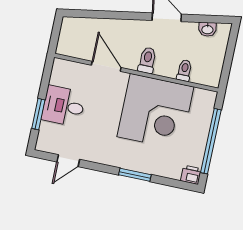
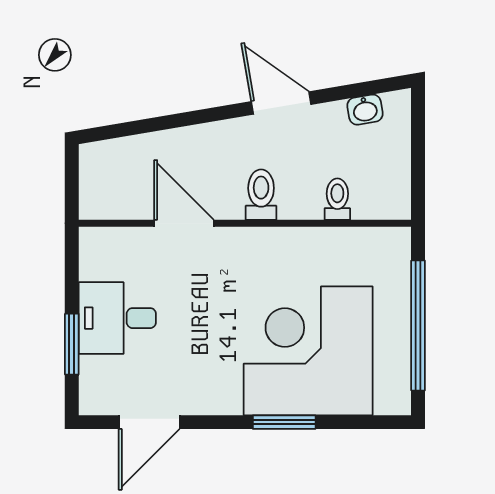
corner desk: (155, 112) -> (308, 351), moved, turned 180
door: (68, 161) -> (149, 422), width x1.38
printer: (191, 175) -> (393, 399), removed

